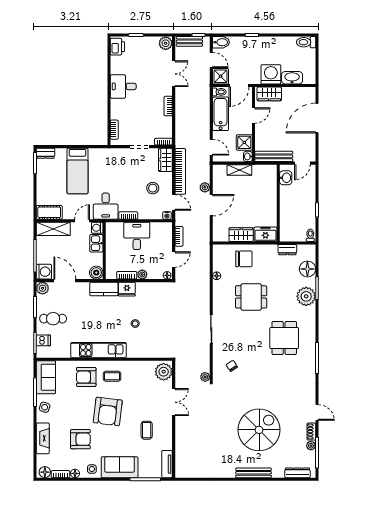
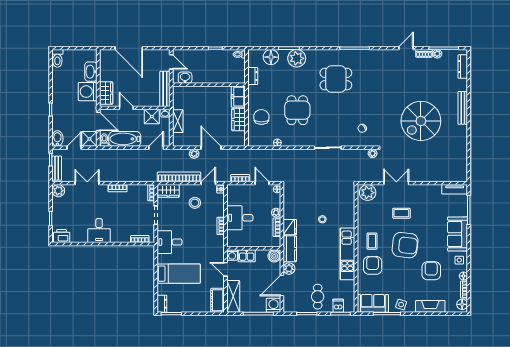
desk: (106, 206) -> (169, 242), moved, turned 180
plant: (43, 288) -> (289, 269), moved
armchair: (86, 377) -> (373, 265), turned 180
coffee table: (147, 430) -> (401, 213), moved
spiral stairs: (259, 430) -> (421, 121), moved, turned -90

